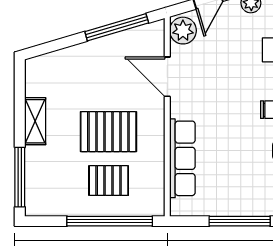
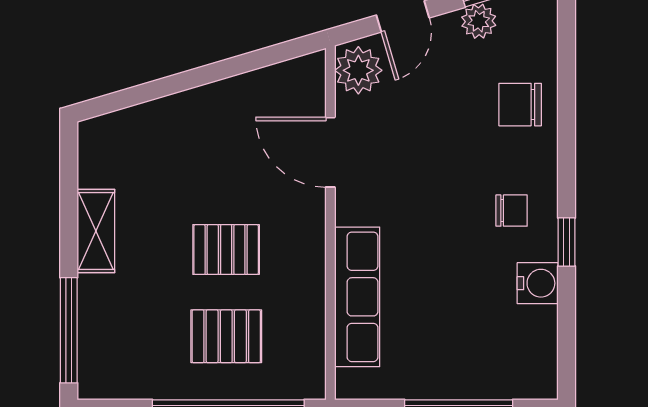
window: (117, 27) -> (241, 64), removed
pallet: (108, 132) -> (226, 250), width x0.67, depth x0.71

